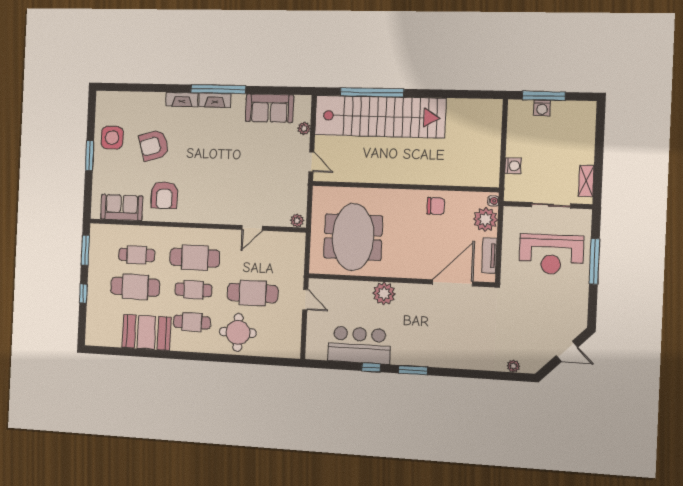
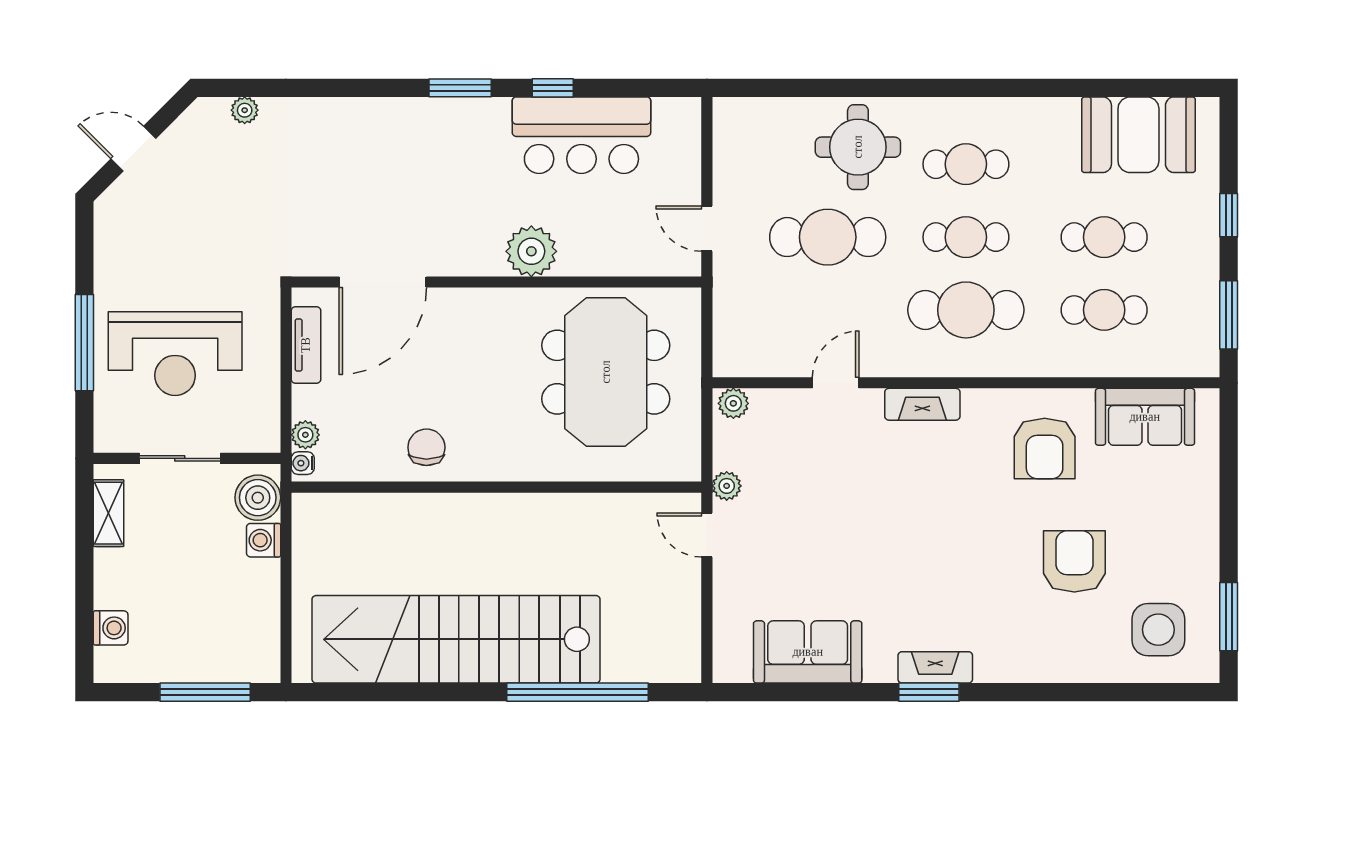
window: (218, 89) -> (929, 692), width x0.47
fireplace: (182, 99) -> (922, 404), moved, turned 180
washing machine: (542, 108) -> (111, 628), moved, turned 90
stairs: (380, 117) -> (456, 639), moved
plant: (304, 128) -> (727, 486), moved
side table: (112, 138) -> (1158, 630), moved
armchair: (154, 145) -> (1074, 561), turned -73
window: (90, 156) -> (1229, 617), moved
boiler: (515, 186) -> (258, 498), added
armchair: (164, 195) -> (1045, 449), turned 180
chair: (436, 206) -> (426, 447), turned 90
plant: (485, 219) -> (305, 435), width x0.53, depth x0.53
reception desk: (551, 254) -> (175, 354), turned 180
cafe table: (135, 287) -> (1104, 237), width x0.73, depth x0.74
booth: (147, 332) -> (1138, 135), moved

